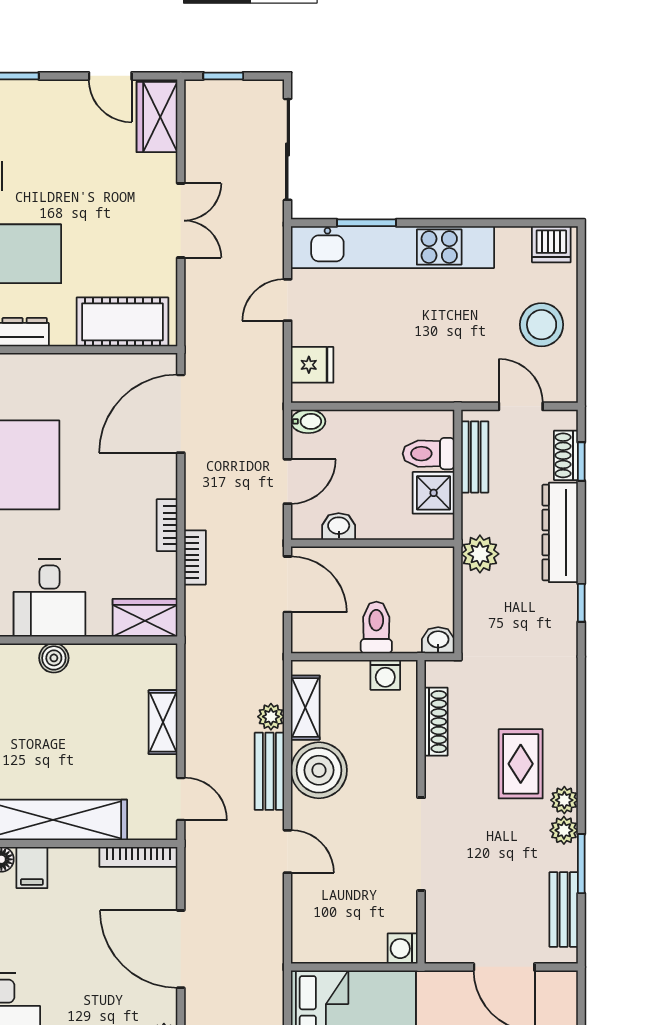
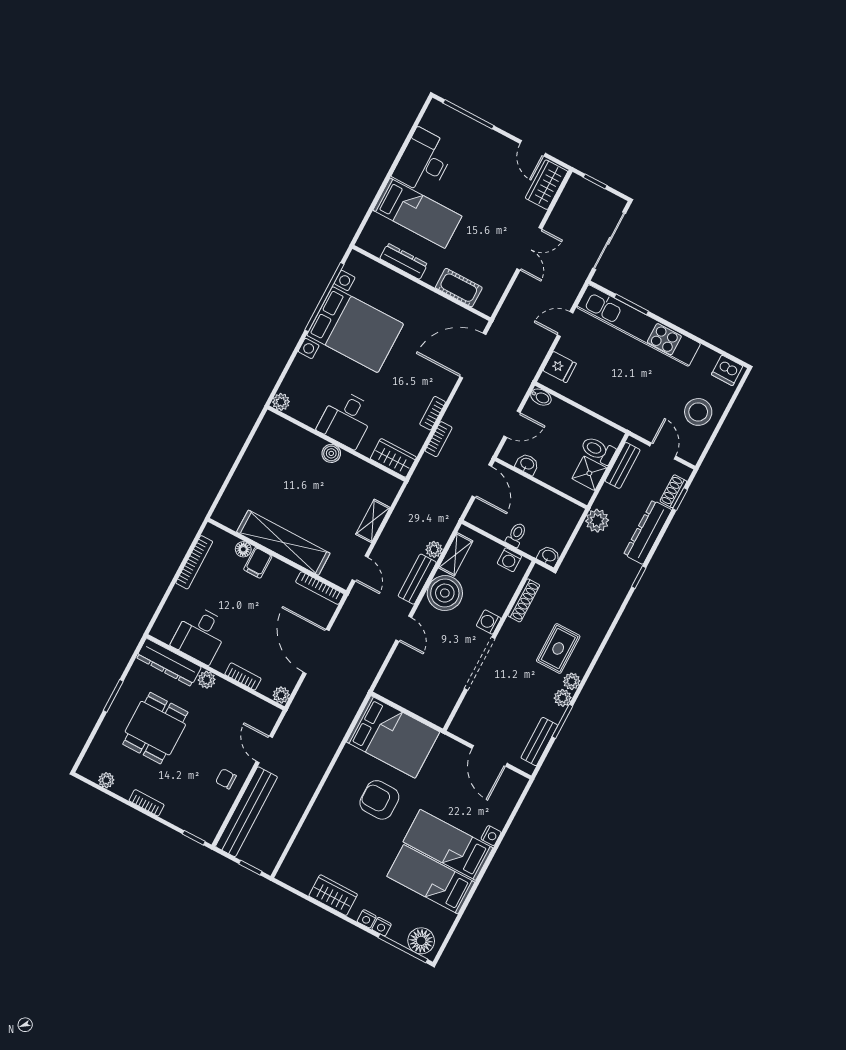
cot: (122, 322) -> (459, 288), width x0.73, depth x0.75
toilet: (376, 627) -> (516, 535), width x0.73, depth x0.72
washing machine: (403, 949) -> (489, 622), moved

